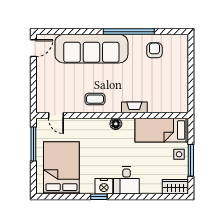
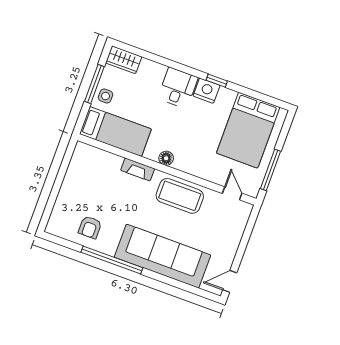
coffee table: (95, 99) -> (180, 196), width x1.86, depth x1.72

